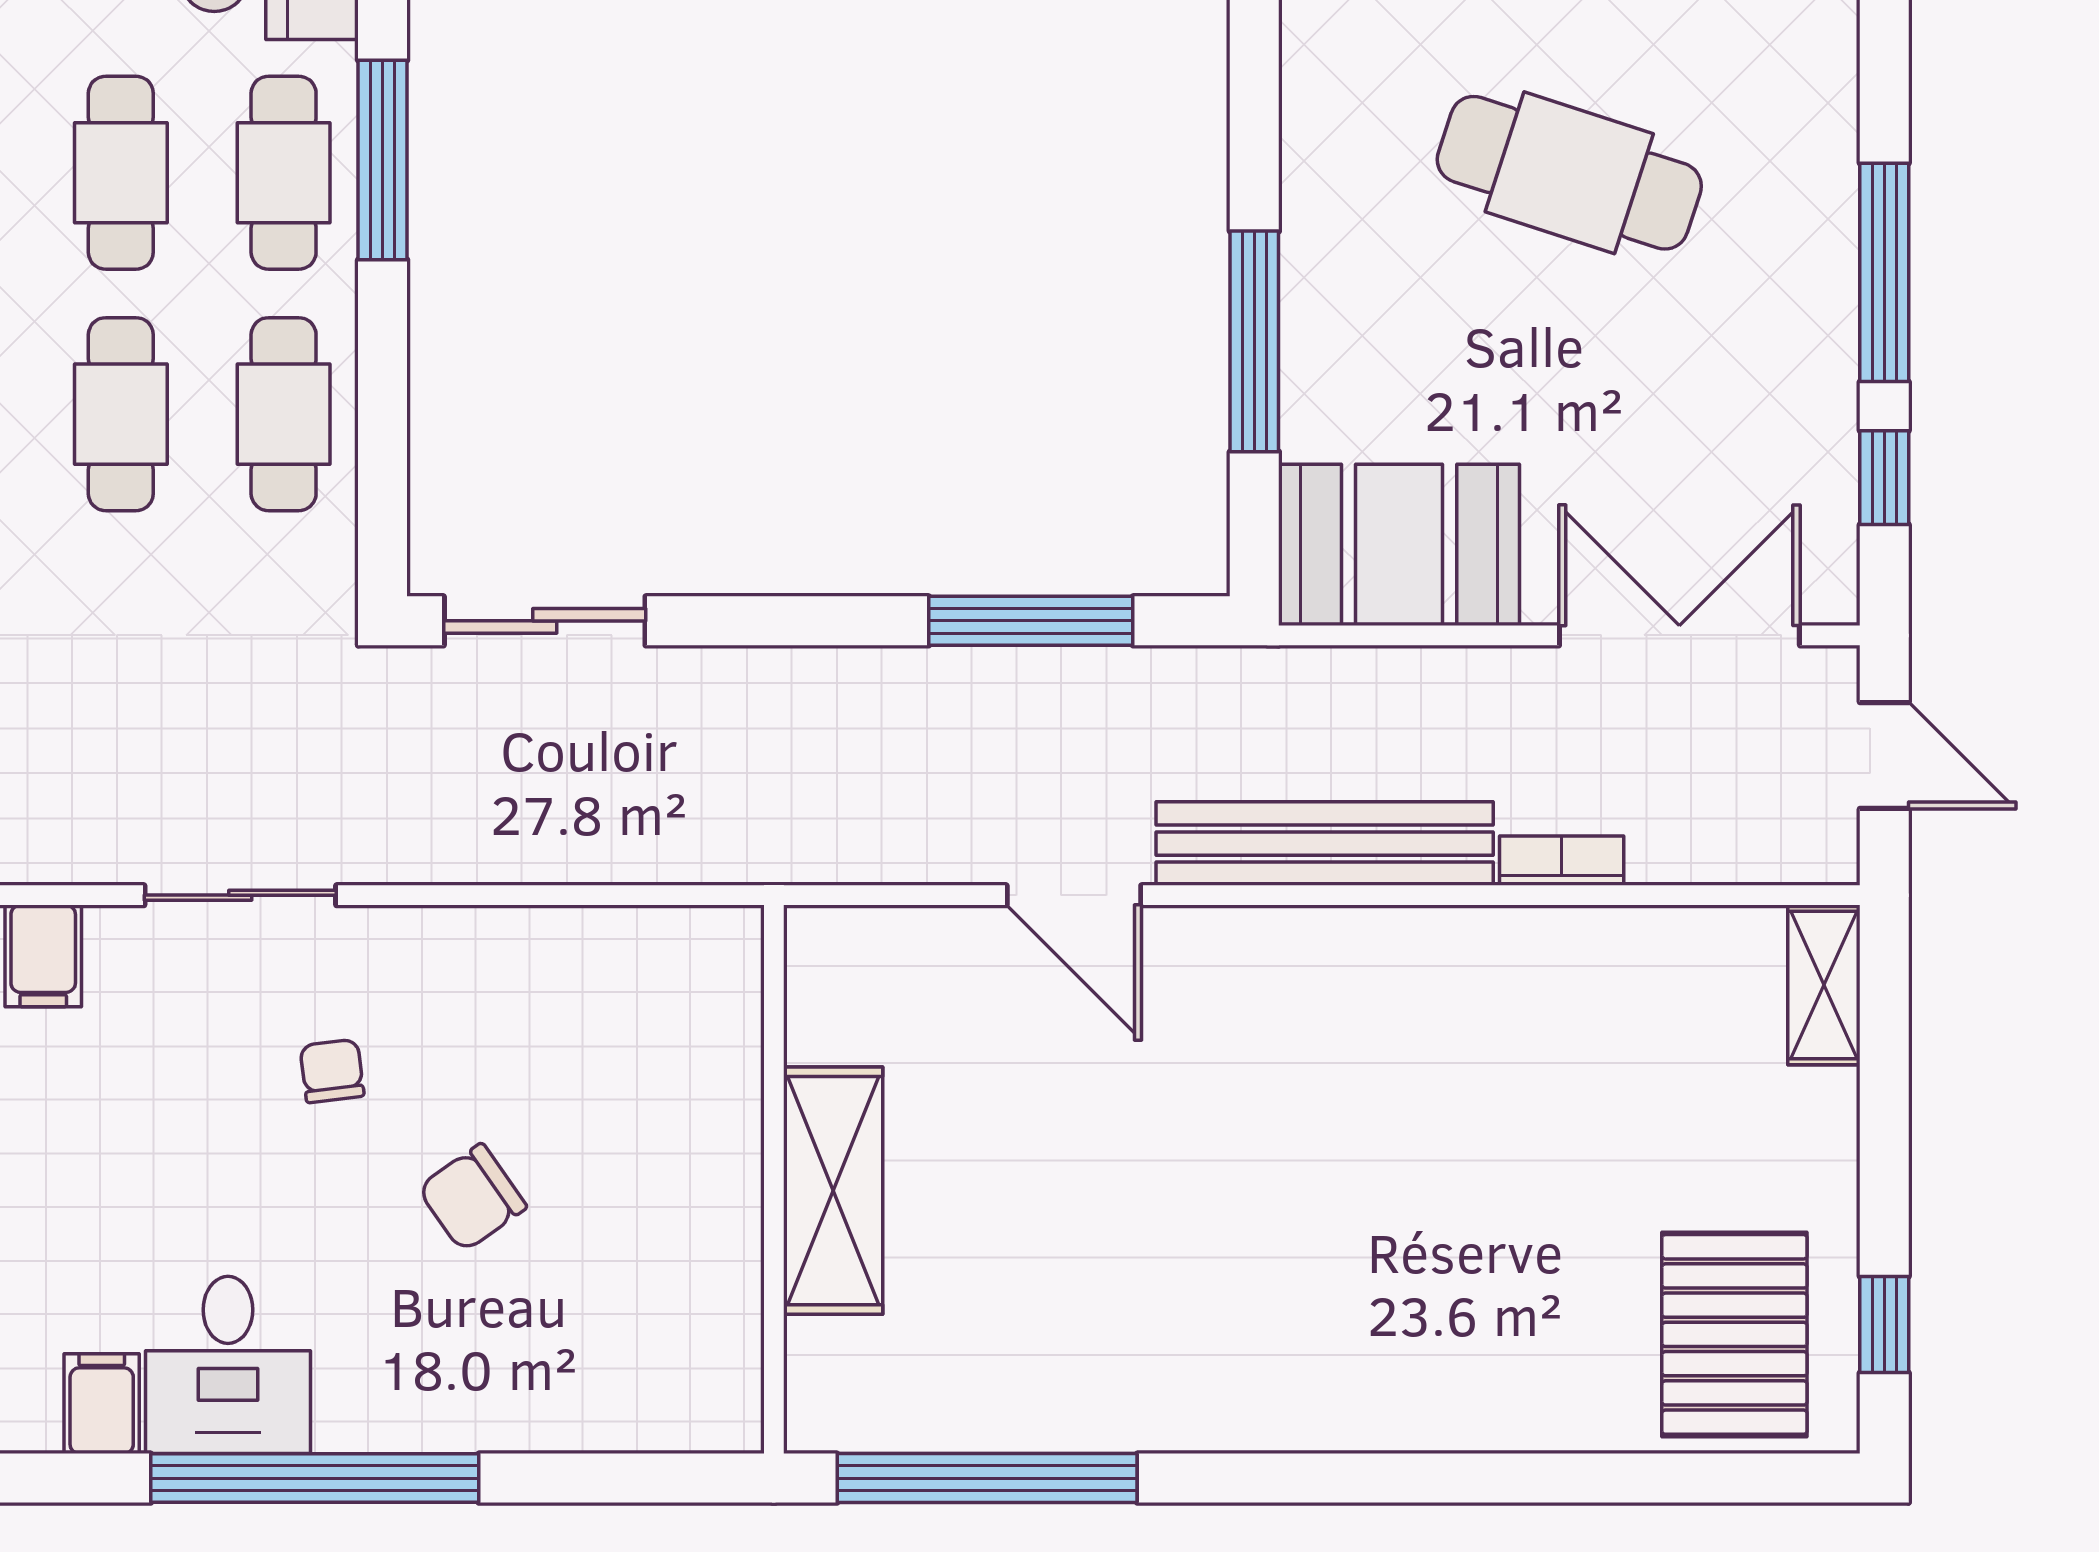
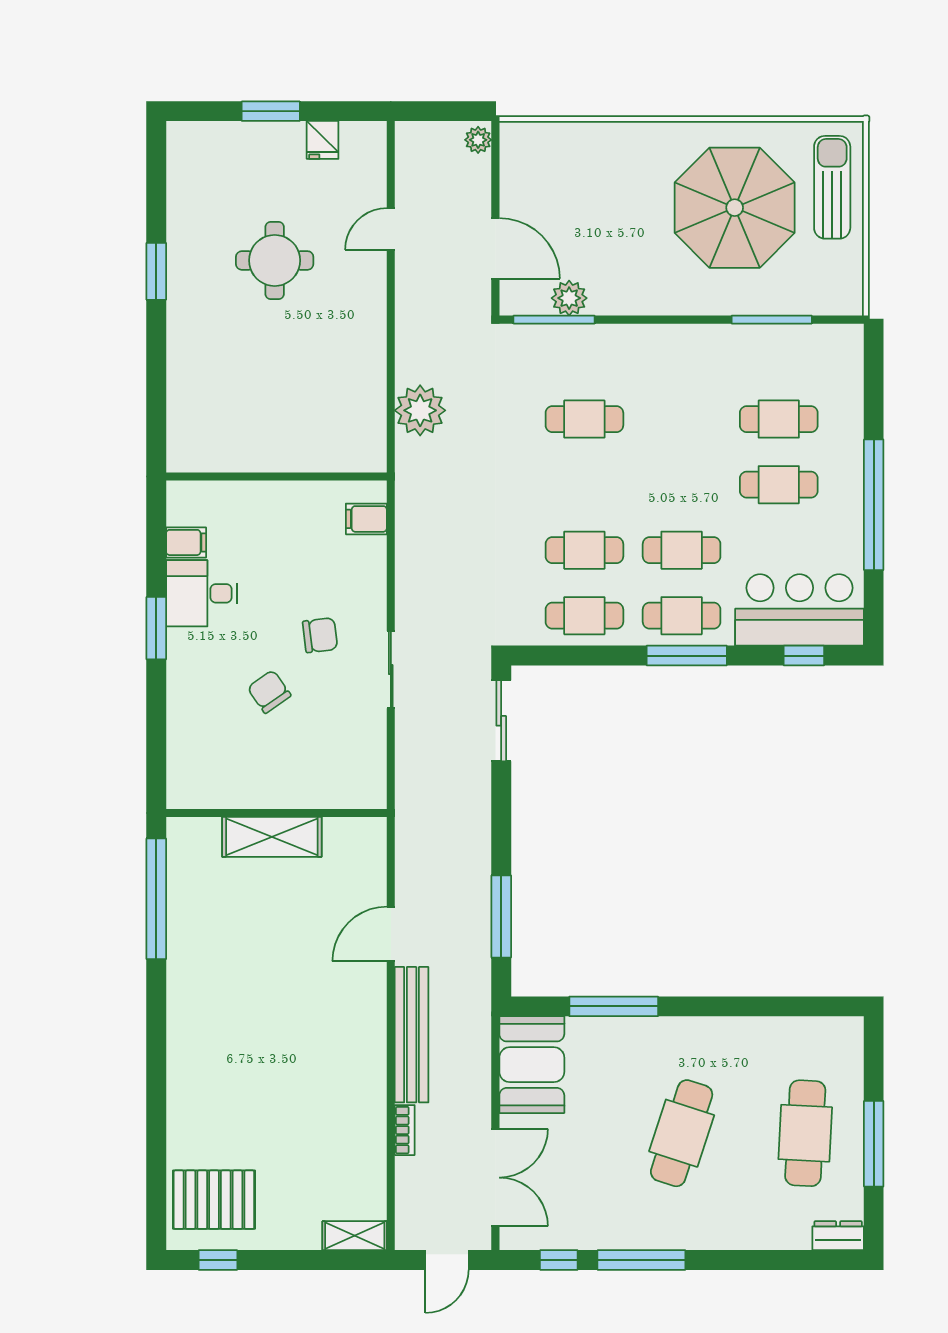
sliding door: (240, 895) -> (391, 670), moved
chair: (332, 1071) -> (320, 635), width x1.37, depth x1.37
window: (315, 1478) -> (156, 628), width x0.47

